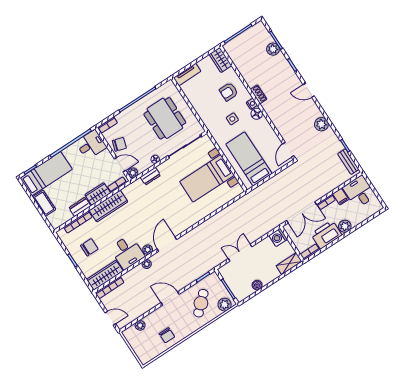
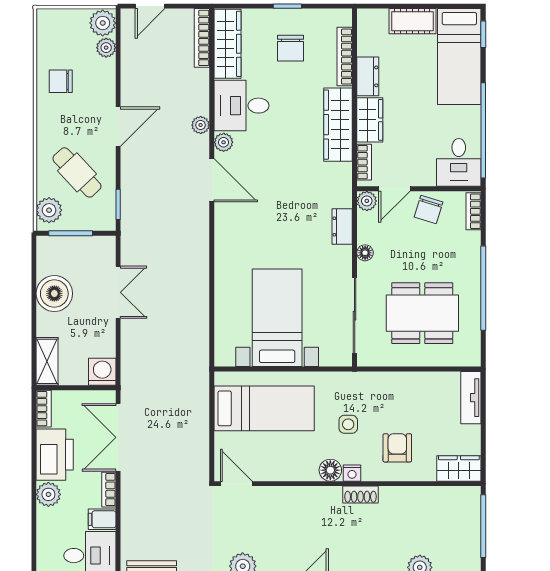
boiler: (257, 285) -> (54, 294), width x1.86, depth x1.86
plant: (131, 334) -> (103, 23), added

